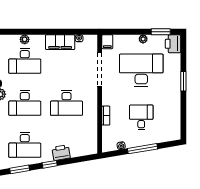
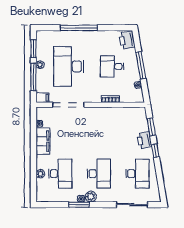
window: (130, 32) -> (33, 77), added
printer: (173, 44) -> (127, 40), moved, turned 80
window: (183, 81) -> (79, 28), width x2.11
desk: (67, 103) -> (99, 135), removed
window: (20, 169) -> (151, 127), moved

